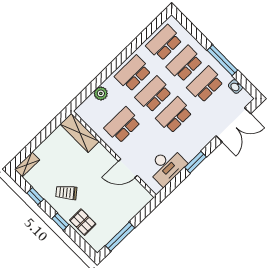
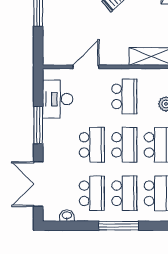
window: (222, 60) -> (119, 226), moved
window: (196, 162) -> (38, 125), width x1.44

